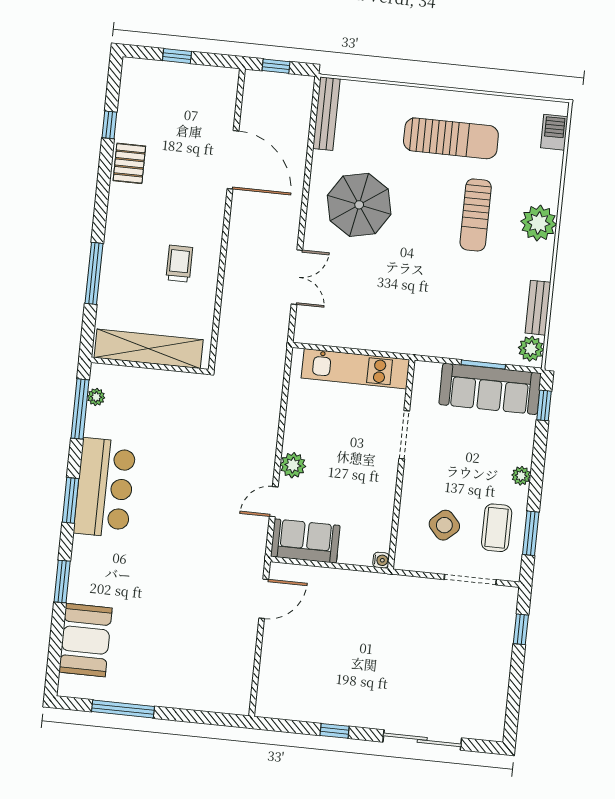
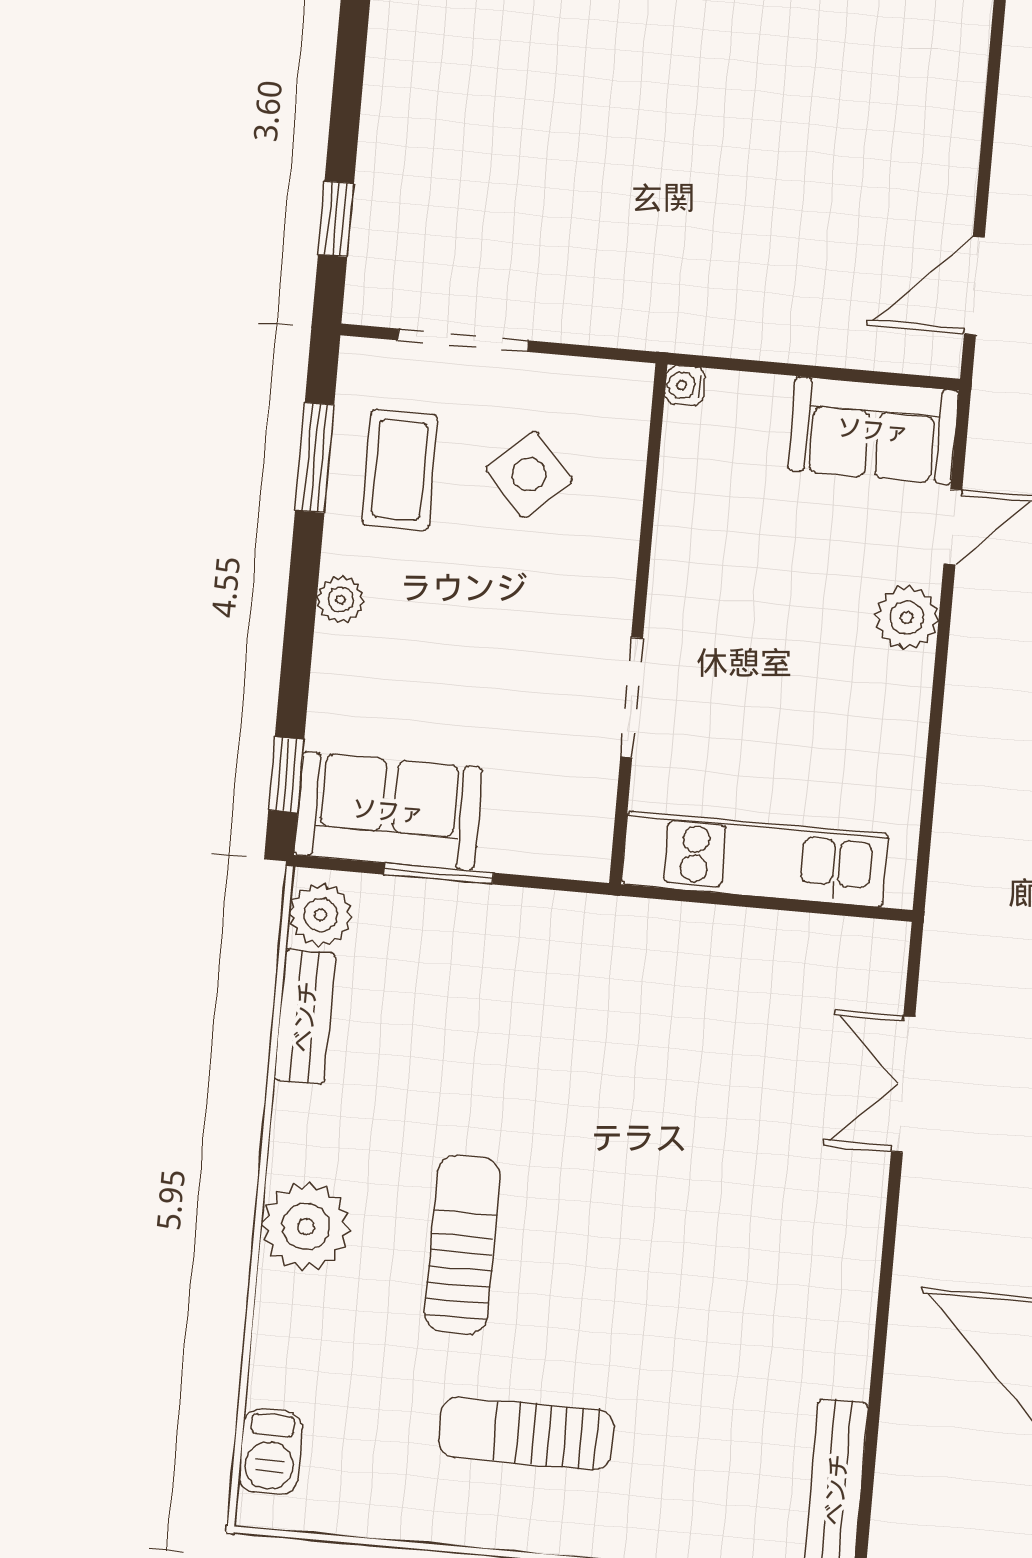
sun lounger: (451, 138) -> (526, 1433), width x0.73, depth x0.75
parasol: (359, 205) -> (751, 1265), removed
sofa: (490, 389) -> (388, 811), width x0.73

